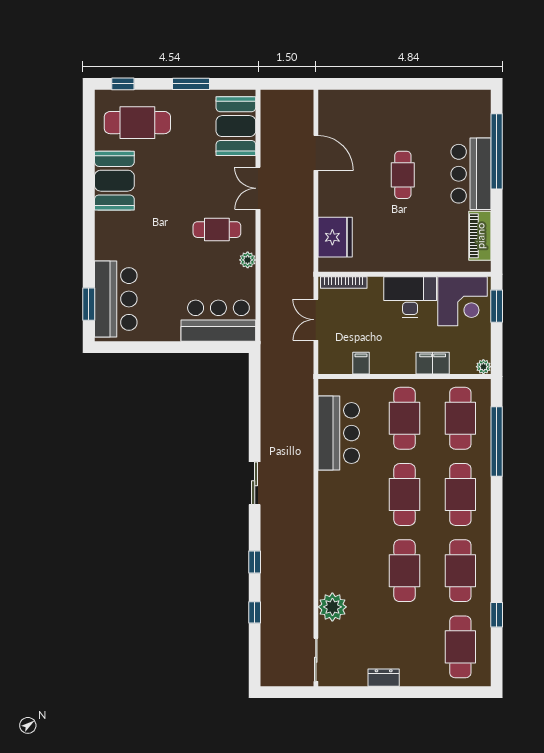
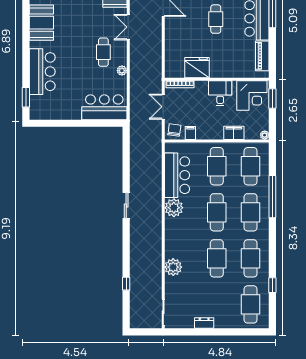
cafe table: (217, 230) -> (103, 52), turned 90
fridge: (335, 237) -> (197, 68), moved, turned -90
desk: (410, 297) -> (220, 93), width x0.73
bar counter: (116, 299) -> (42, 72), moved
chair: (334, 358) -> (174, 130), added
window: (497, 442) -> (272, 197), moved
plant: (333, 487) -> (174, 208), added
window: (255, 562) -> (126, 253), removed
plant: (332, 607) -> (173, 267), moved

